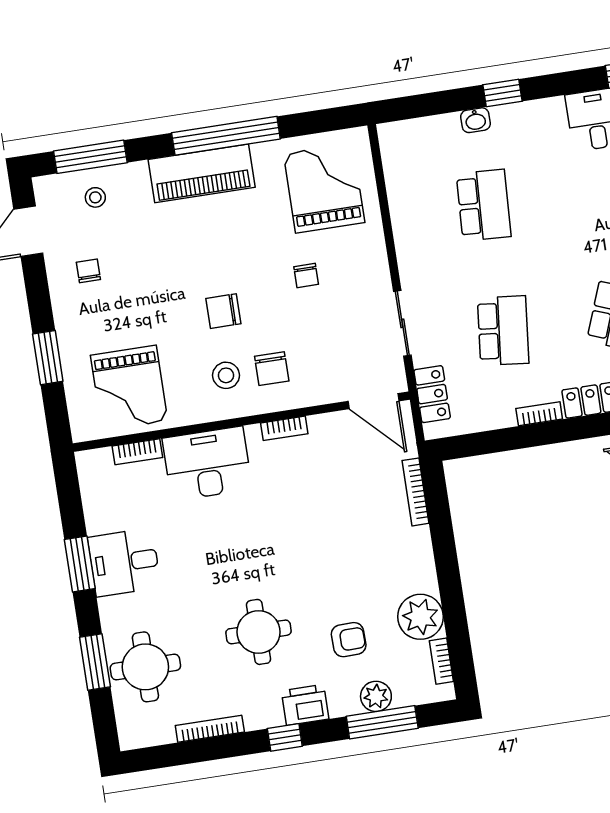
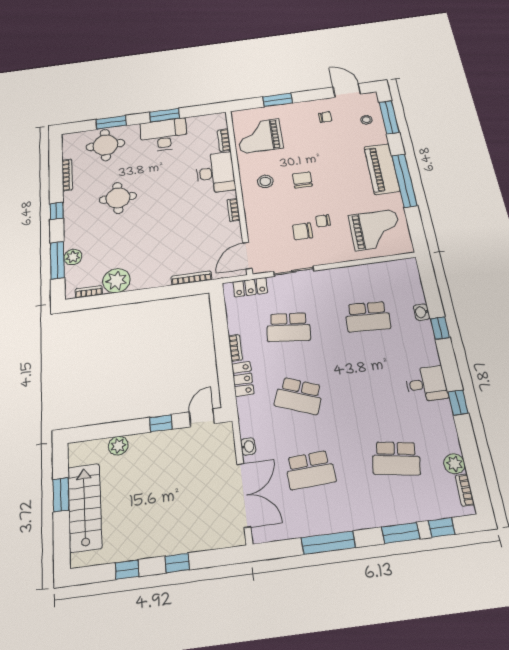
chair: (272, 369) -> (302, 231), moved
desk: (124, 562) -> (164, 135), width x1.37
armchair: (349, 640) -> (108, 243), removed
printer: (305, 705) -> (73, 221), removed

